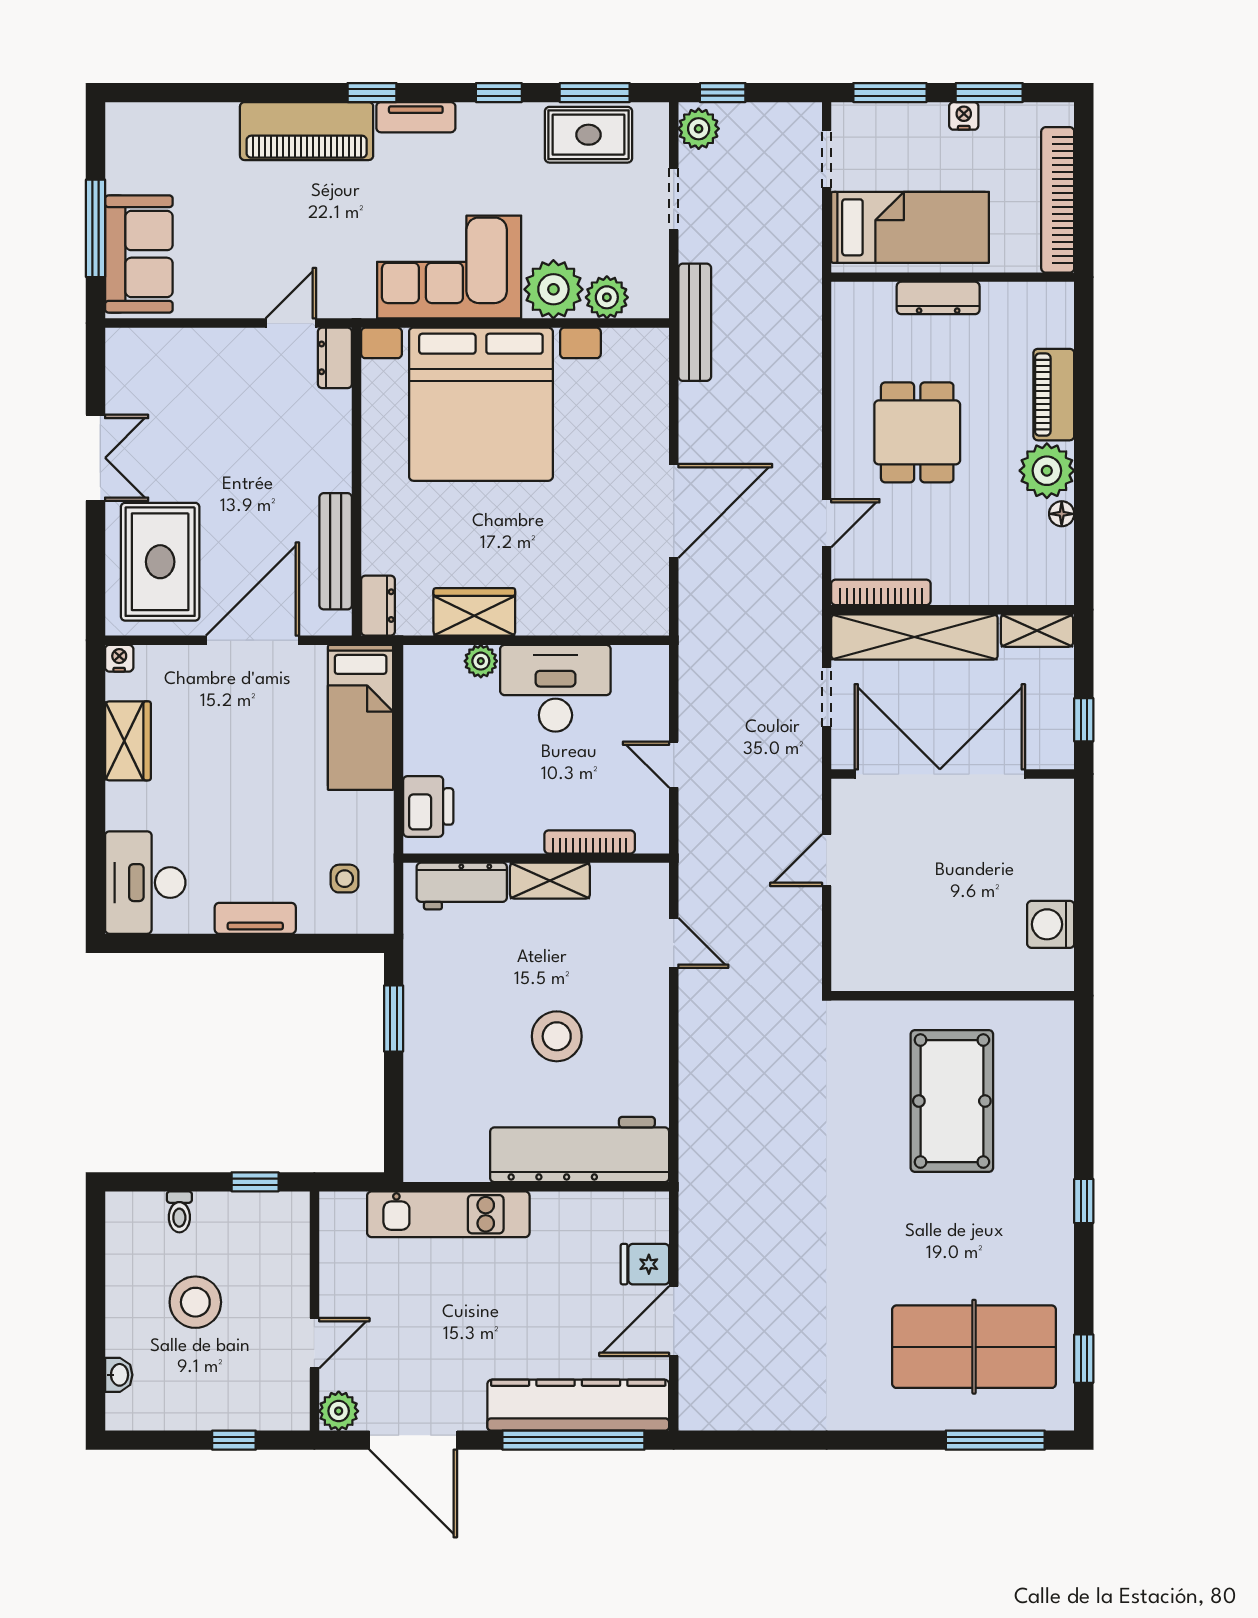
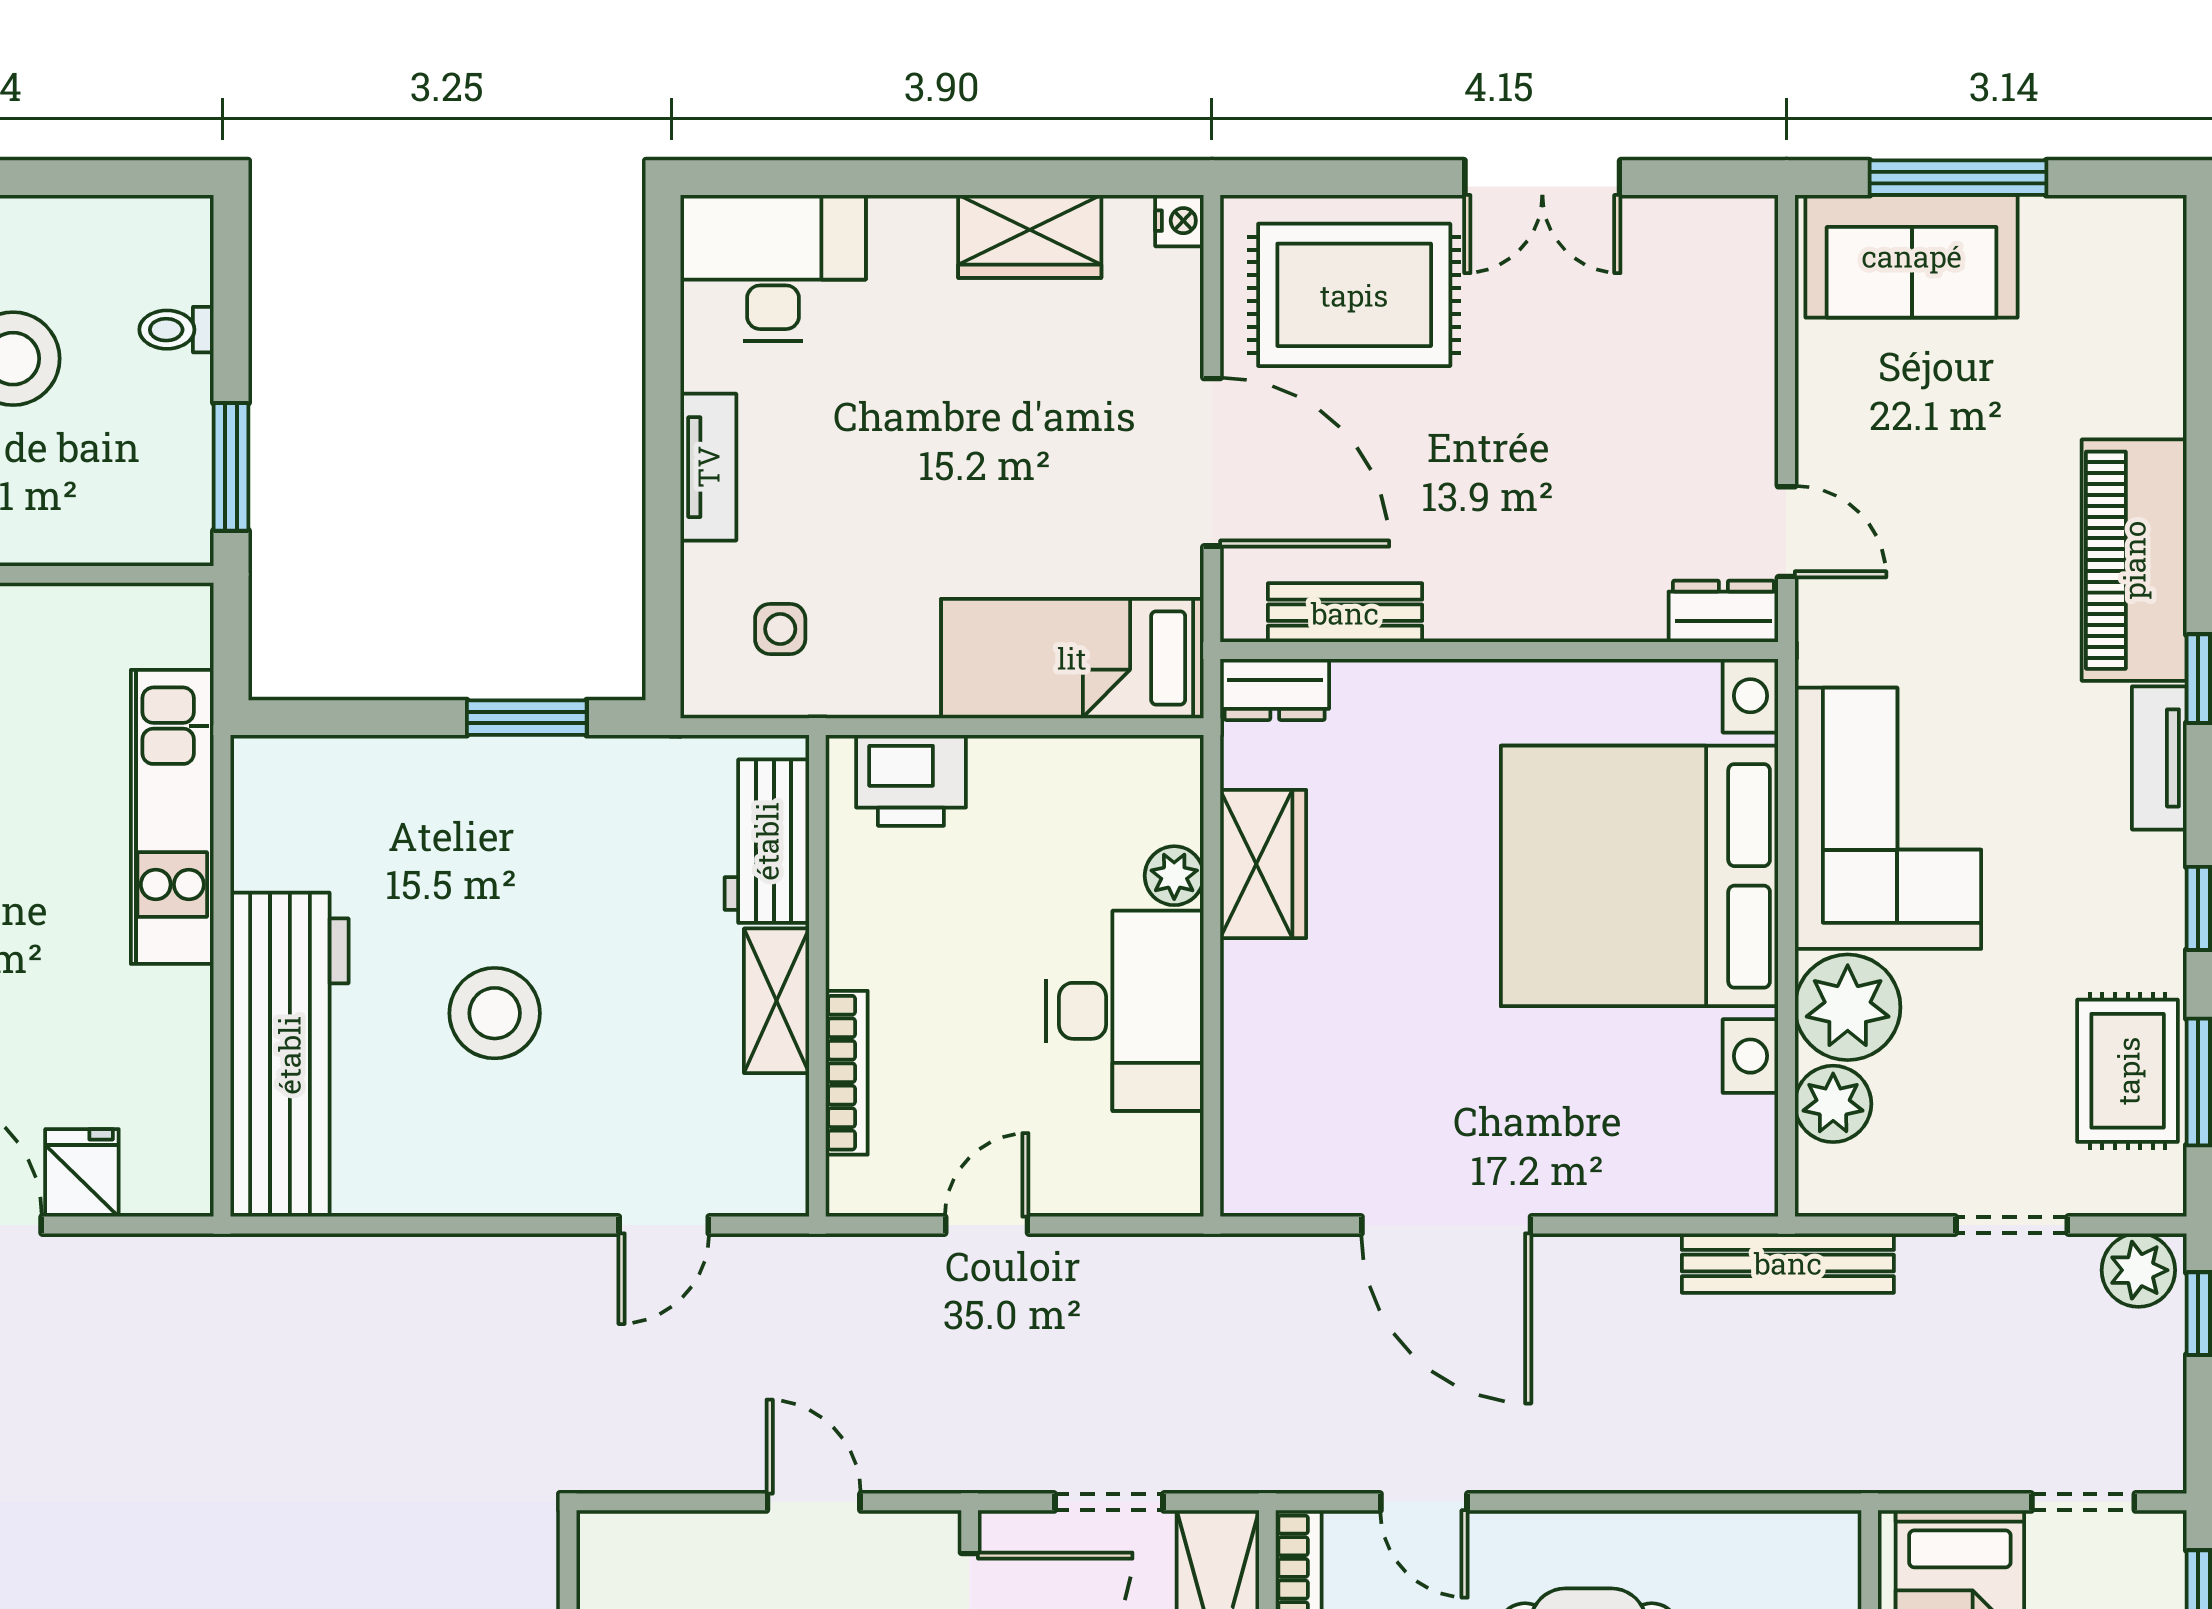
bench: (336, 551) -> (1345, 613), width x0.73
window: (255, 1182) -> (231, 467), width x1.50

